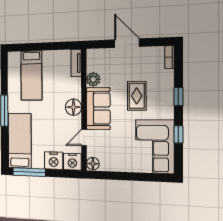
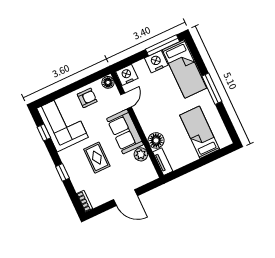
floor lamp: (73, 107) -> (156, 140), moved
window: (178, 134) -> (44, 133), moved
armchair: (119, 159) -> (87, 98), added
nightstand: (54, 161) -> (156, 62), moved

